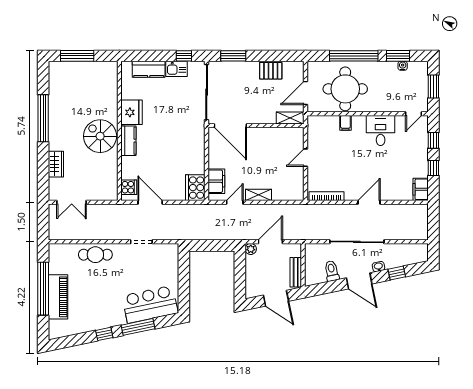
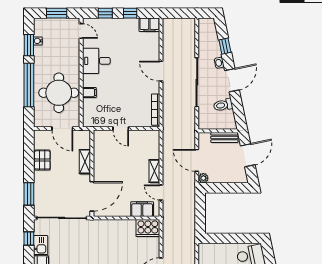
shelving: (290, 118) -> (85, 162), moved

